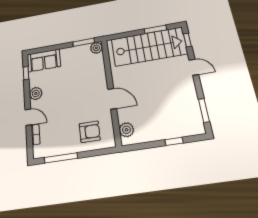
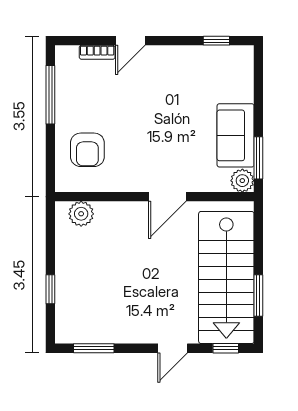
sofa: (44, 60) -> (236, 135), moved
plant: (36, 93) -> (173, 57), removed
door: (112, 99) -> (167, 197), moved

